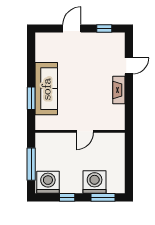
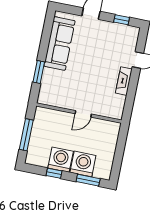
sofa: (46, 89) -> (60, 43), moved
washing machine: (48, 182) -> (61, 160), moved

